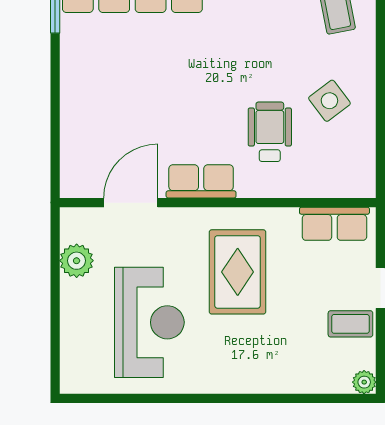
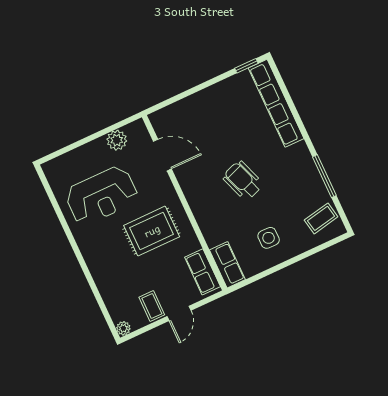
side table: (329, 101) -> (269, 238), turned 37
wheelchair: (270, 132) -> (243, 181), moved, turned -110
row of seats: (201, 181) -> (227, 265), moved

